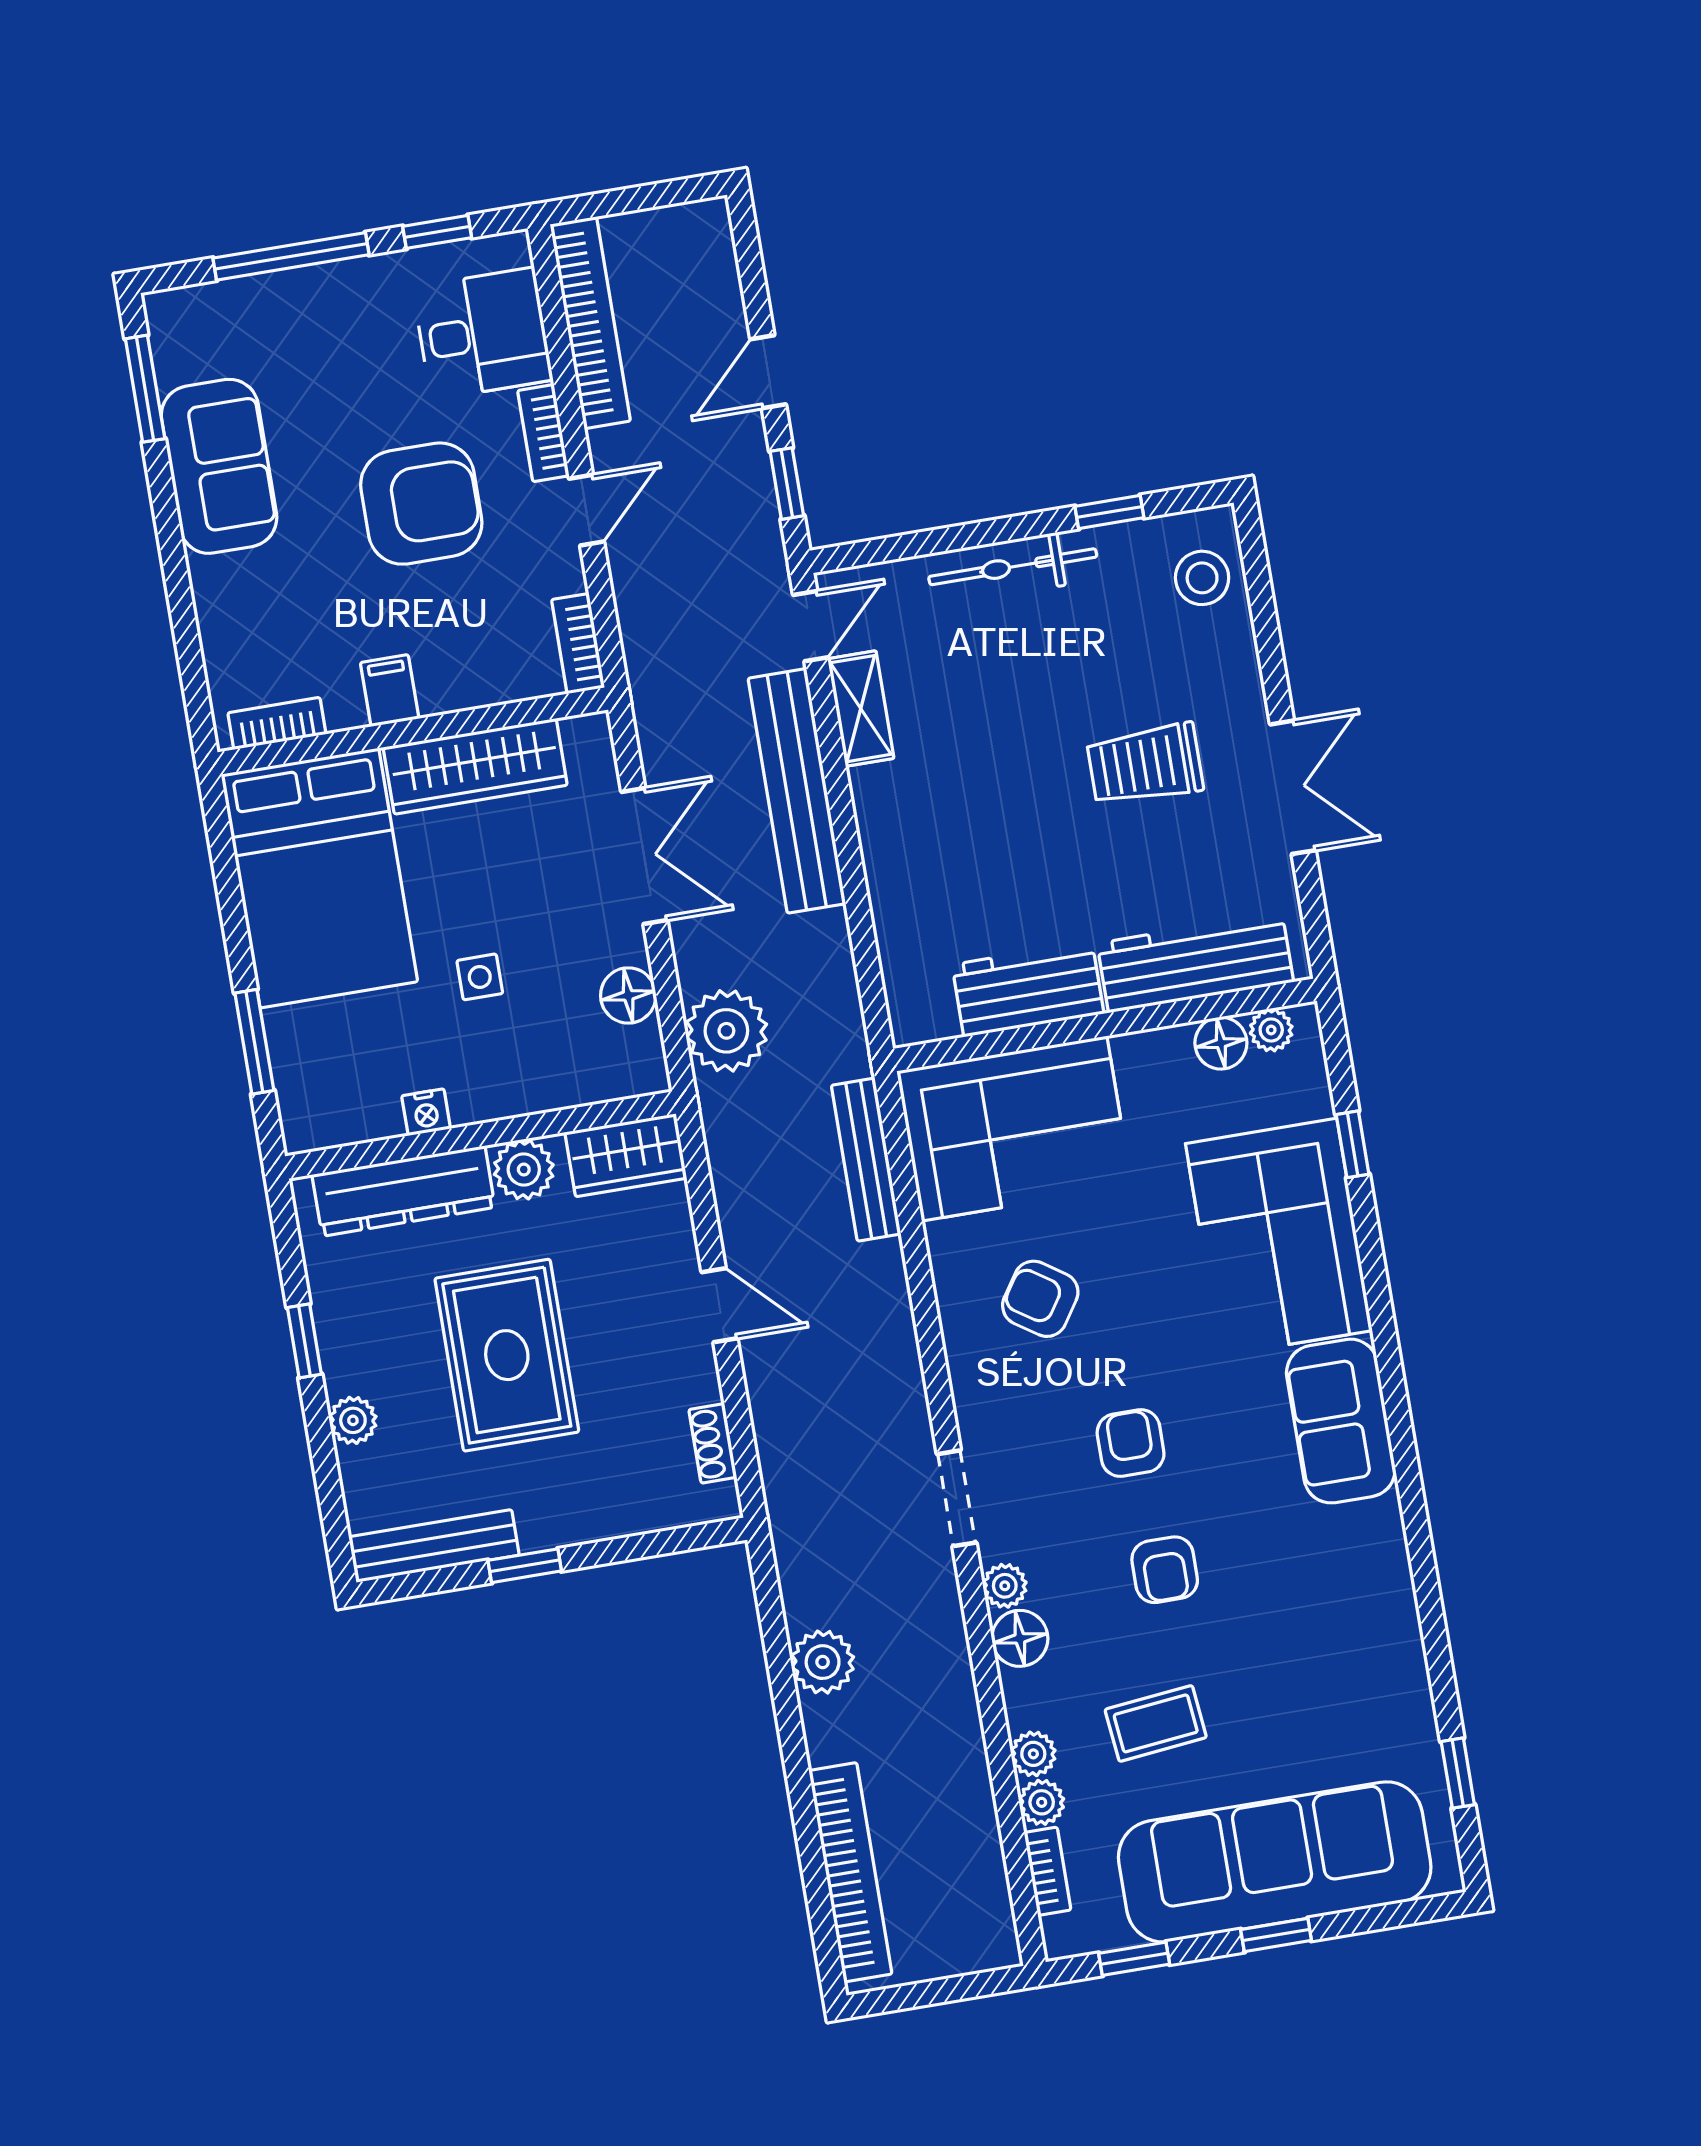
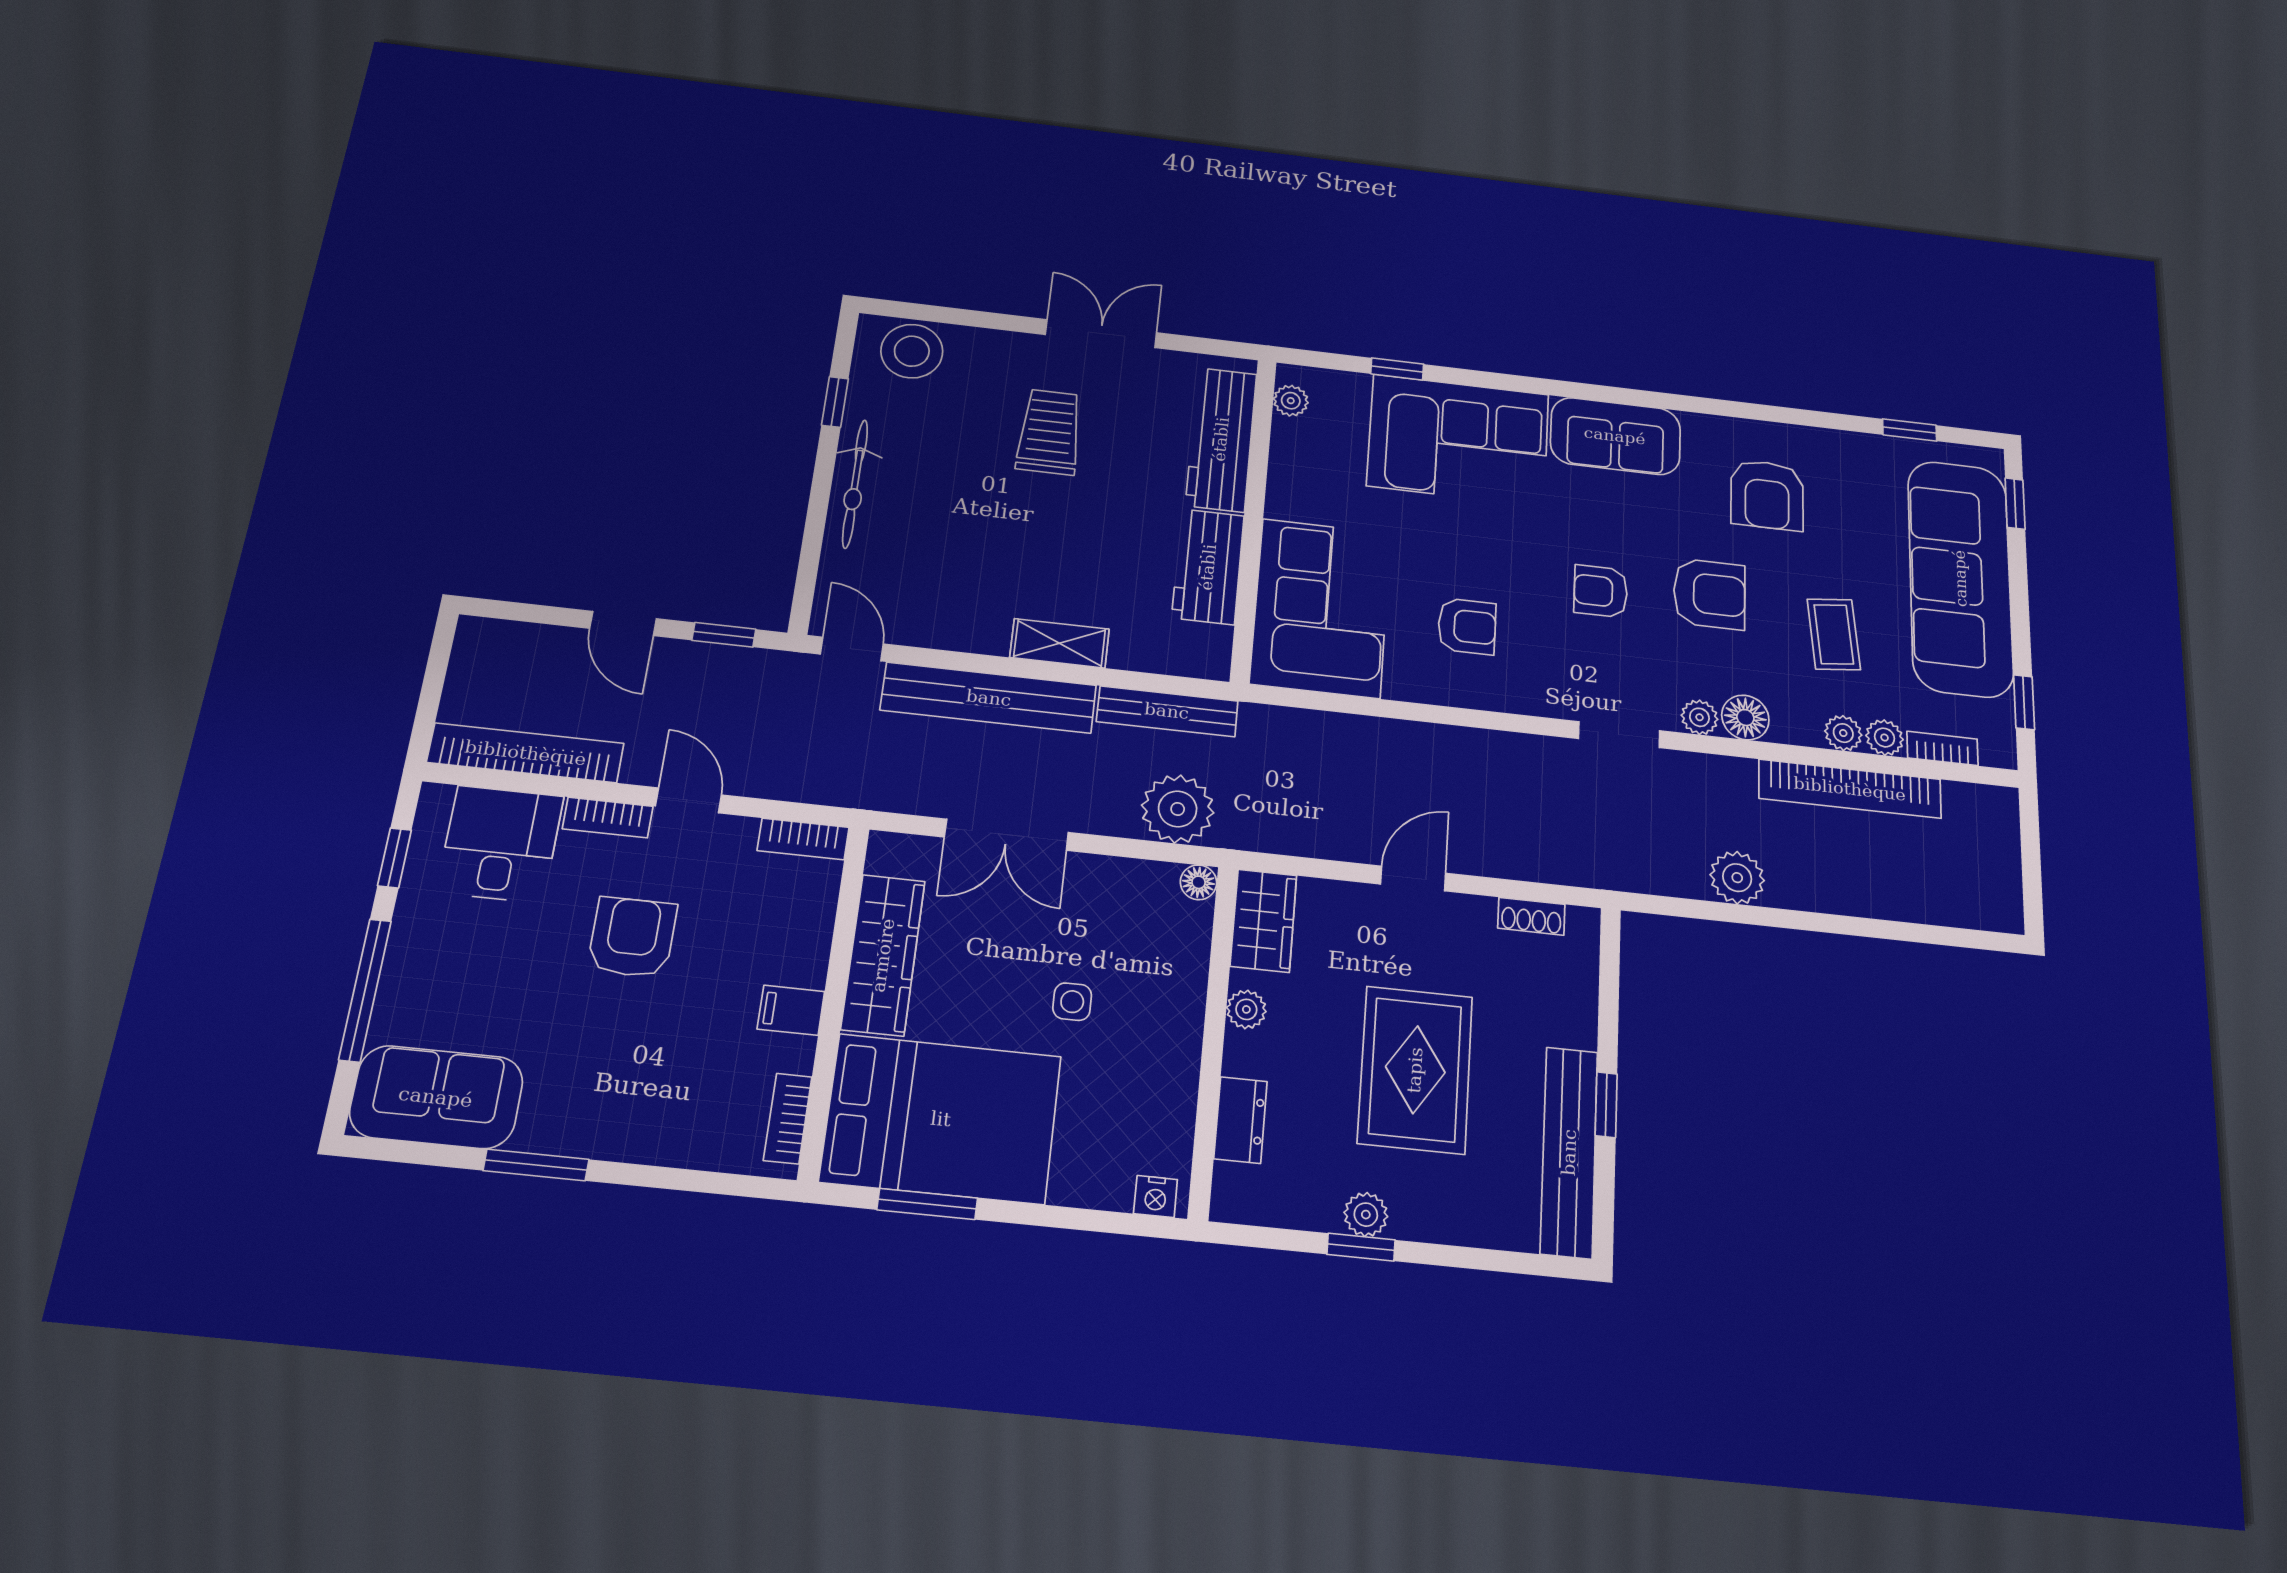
window: (145, 389) -> (536, 1165), moved
sofa: (219, 466) -> (436, 1097), moved
armchair: (421, 504) -> (632, 937), width x0.73, depth x0.73
stool: (1202, 578) -> (912, 351), width x1.38, depth x1.38
shelving: (861, 709) -> (1060, 643), moved
trolley: (1145, 764) -> (1050, 432), turned 180
double door: (644, 856) -> (1007, 835), swing flipped
floor lamp: (628, 995) -> (1199, 882), moved, width x0.73, depth x0.73
window: (254, 1042) -> (927, 1204), moved
floor lamp: (1221, 1043) -> (1292, 439), removed
nightstand: (426, 1112) -> (1156, 1197), moved, turned 90
bench: (866, 1160) -> (1167, 711), moved
plant: (524, 1170) -> (1246, 1009), width x0.73, depth x0.73
dresser: (403, 1191) -> (1241, 1120), width x0.51, depth x0.80
armchair: (1040, 1299) -> (1467, 626), turned -124
rug: (507, 1355) -> (1415, 1070), turned 90
plant: (353, 1420) -> (1366, 1215), moved
bench: (434, 1546) -> (1569, 1152), width x1.37, depth x1.21
armchair: (1165, 1570) -> (1709, 594), width x1.38, depth x1.38
armchair: (1316, 1615) -> (1767, 495), added
bookcase: (850, 1872) -> (1850, 789), moved, turned 180
window: (1276, 1935) -> (2015, 504), moved

